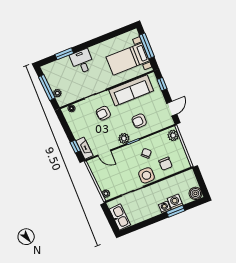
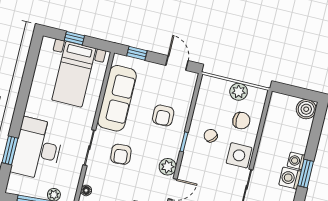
window: (147, 46) -> (74, 38), width x0.46
desk: (82, 61) -> (38, 149), width x1.87, depth x1.30
plant: (173, 135) -> (239, 92), moved
plant: (124, 138) -> (168, 167), moved
washing machine: (175, 202) -> (290, 178), moved
window: (176, 211) -> (306, 173), moved

